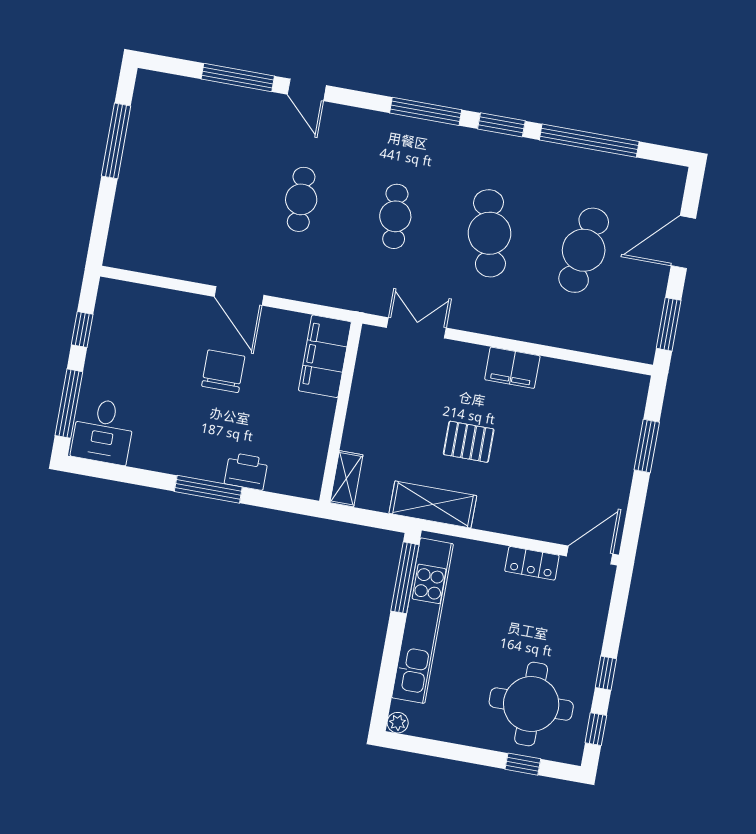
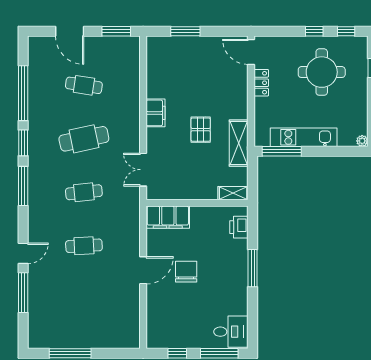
cafe table: (584, 250) -> (84, 85), width x0.73, depth x0.74
chair: (223, 371) -> (186, 272), turned 90
printer: (246, 471) -> (239, 227), moved
kitchen unit: (422, 621) -> (304, 137), width x0.73
round table: (531, 704) -> (322, 72), moved

